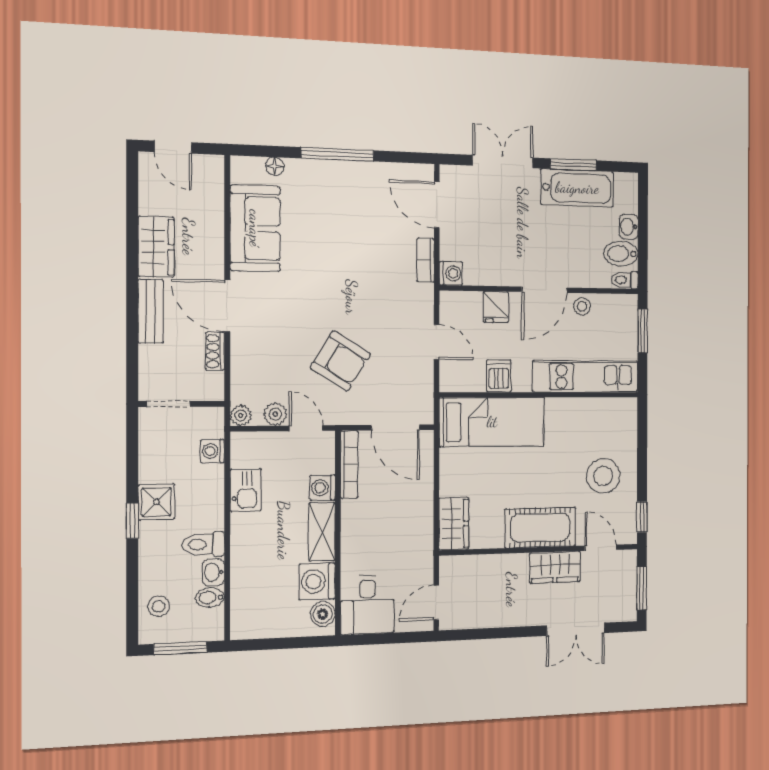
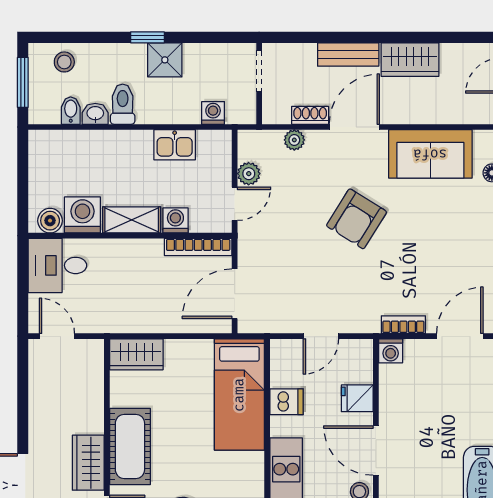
armchair: (340, 361) -> (357, 219), moved
plant: (241, 415) -> (294, 140), moved

